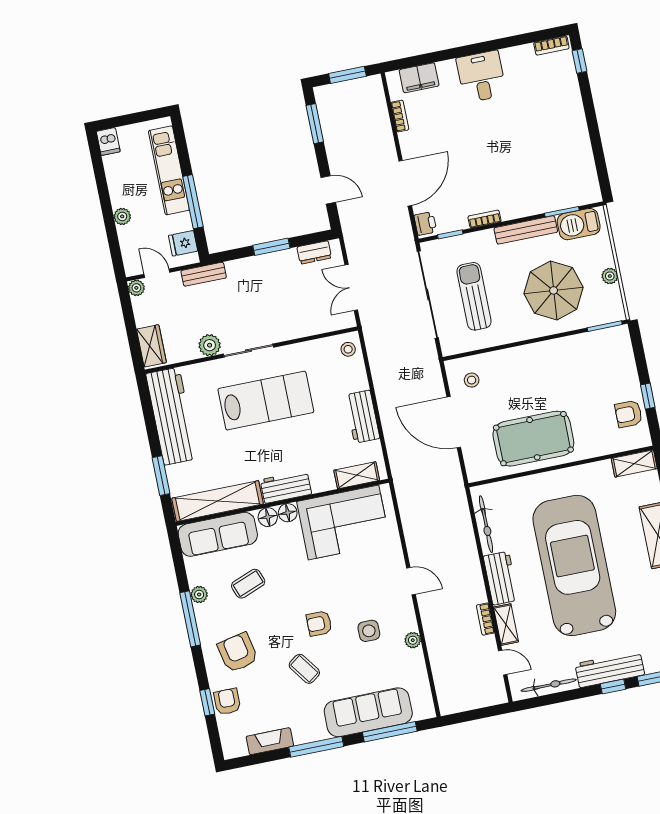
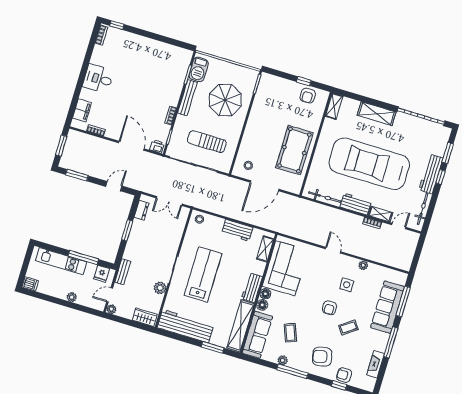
plant: (610, 276) -> (233, 68), removed
door: (411, 581) -> (333, 250), hinge flipped

